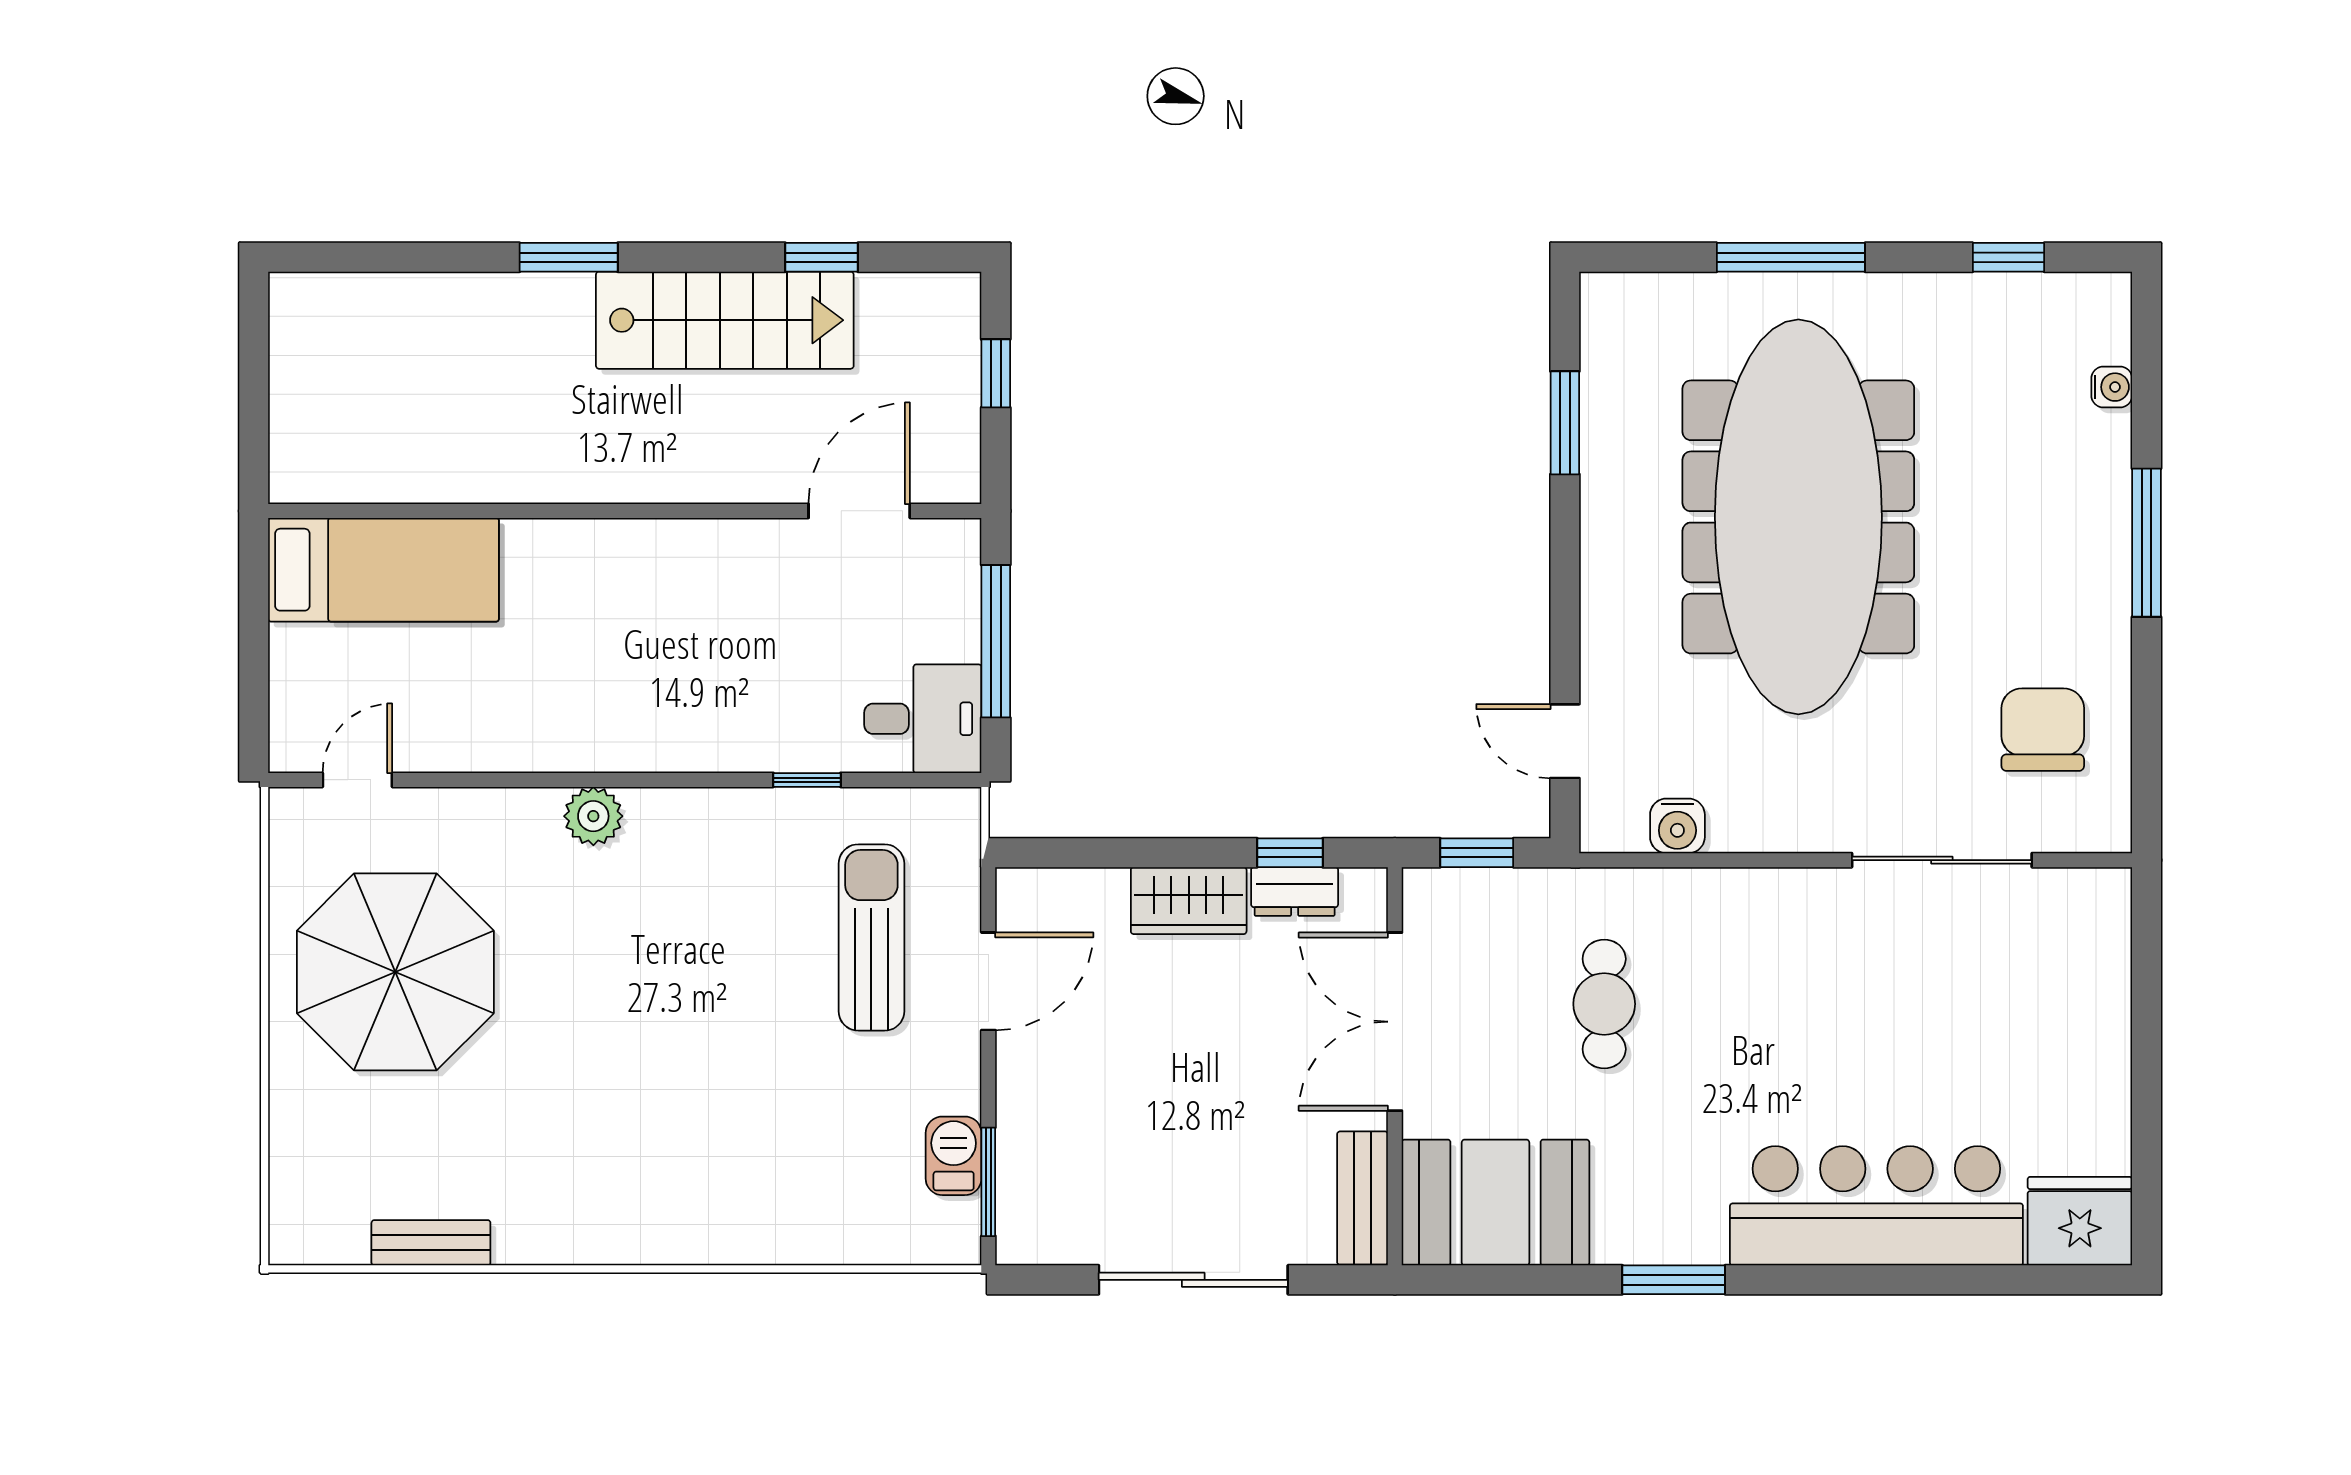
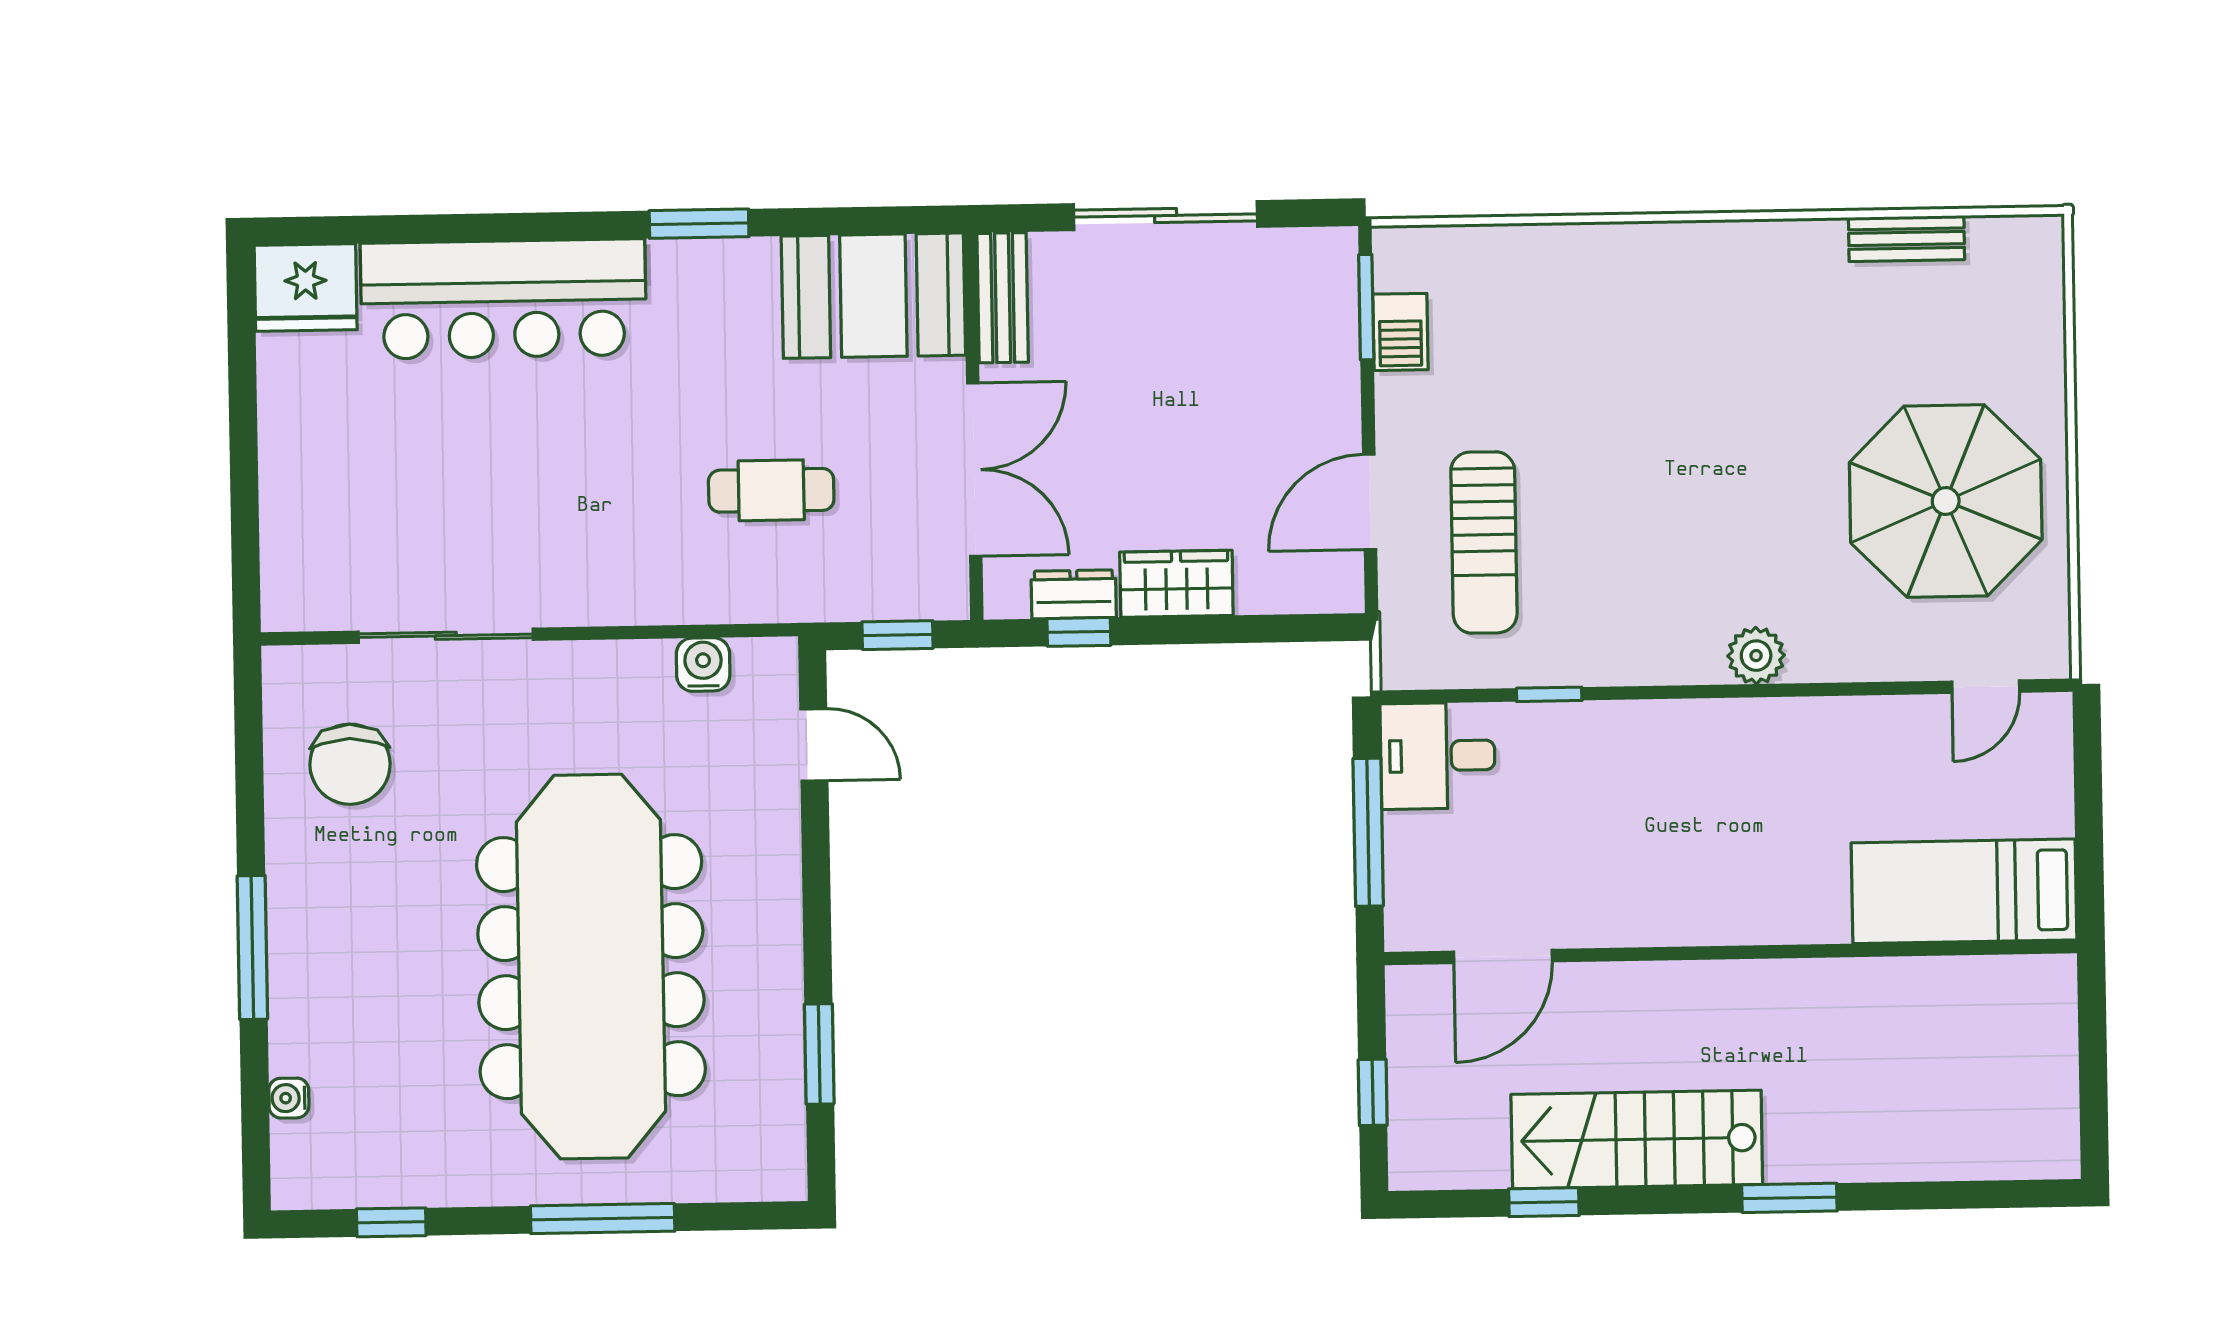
cafe table: (1604, 1004) -> (771, 490), turned 90

